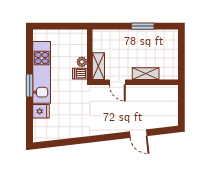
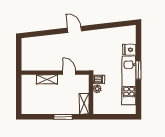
window: (143, 26) -> (63, 117), moved
shelving: (98, 66) -> (84, 104), moved
door: (138, 134) -> (75, 29), moved

